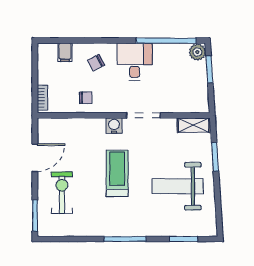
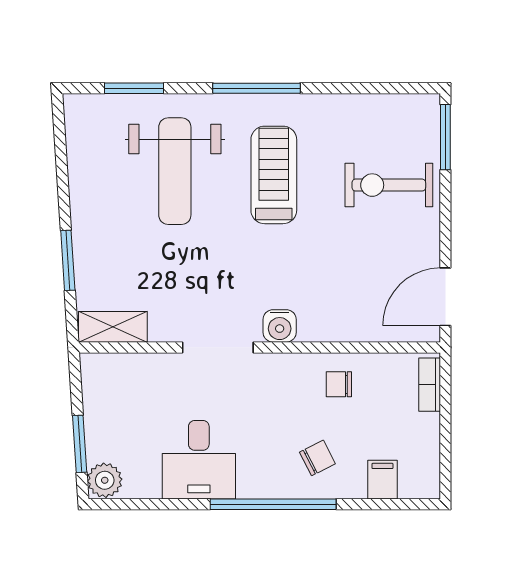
window: (166, 41) -> (273, 504), moved
desk: (135, 62) -> (199, 460), moved
door: (35, 158) -> (445, 297), moved
treadmill: (117, 173) -> (274, 175), moved, turned 180
weight bench: (178, 186) -> (175, 171), moved, turned 90
exercise bike: (62, 193) -> (389, 185), turned 90

